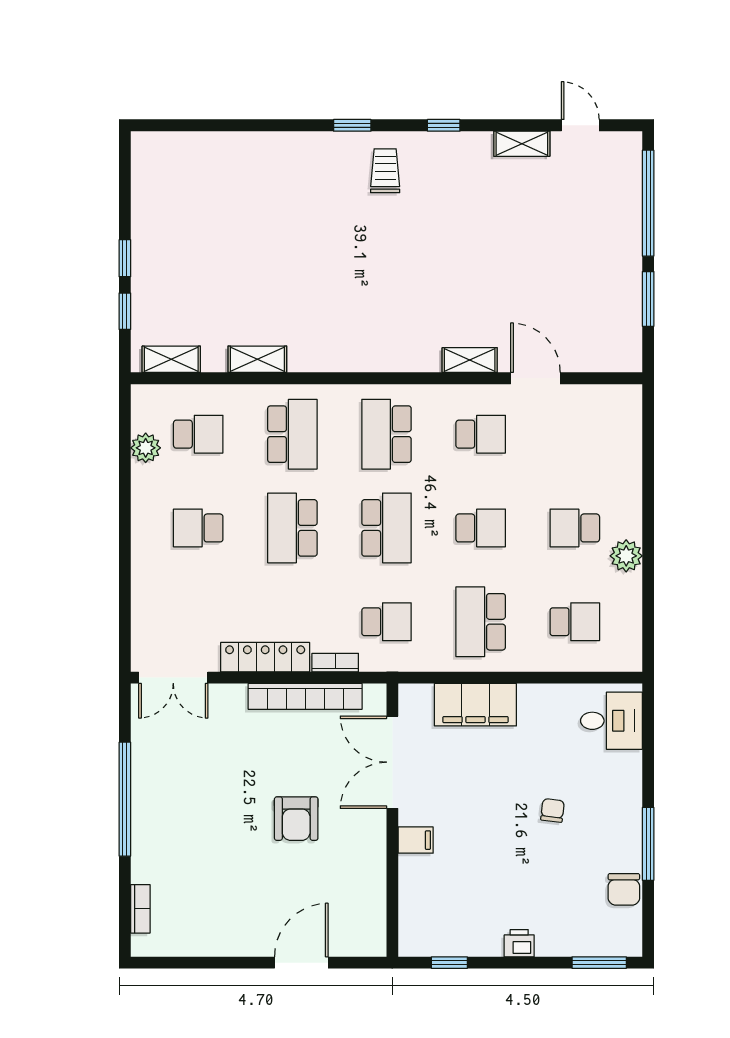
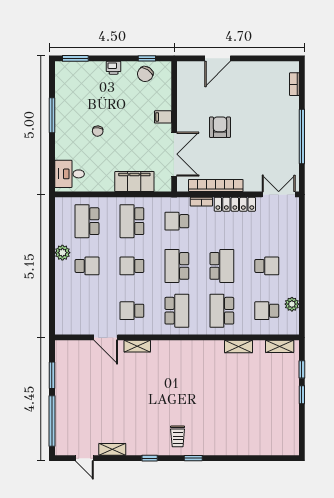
school desk: (481, 622) -> (132, 221), turned 180
school desk: (575, 622) -> (87, 221), width x1.85
chair: (624, 889) -> (145, 74), moved, turned -147

